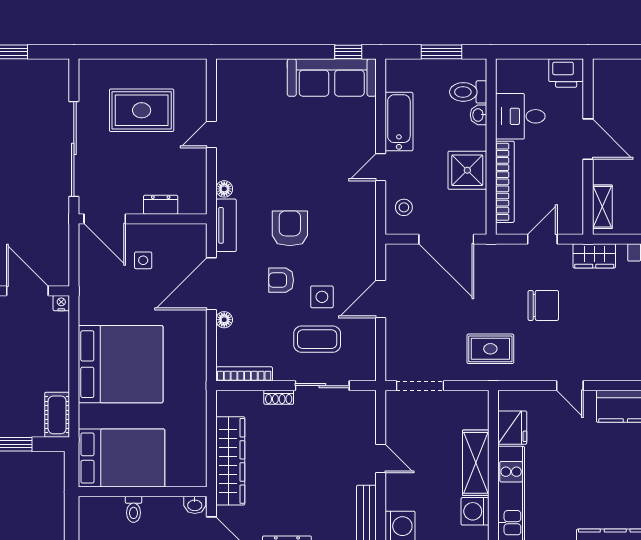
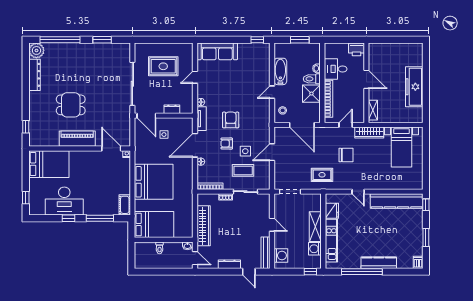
sofa: (332, 78) -> (217, 51), moved
toilet: (468, 92) -> (312, 79), moved
wardrobe: (594, 256) -> (369, 132), width x1.50

